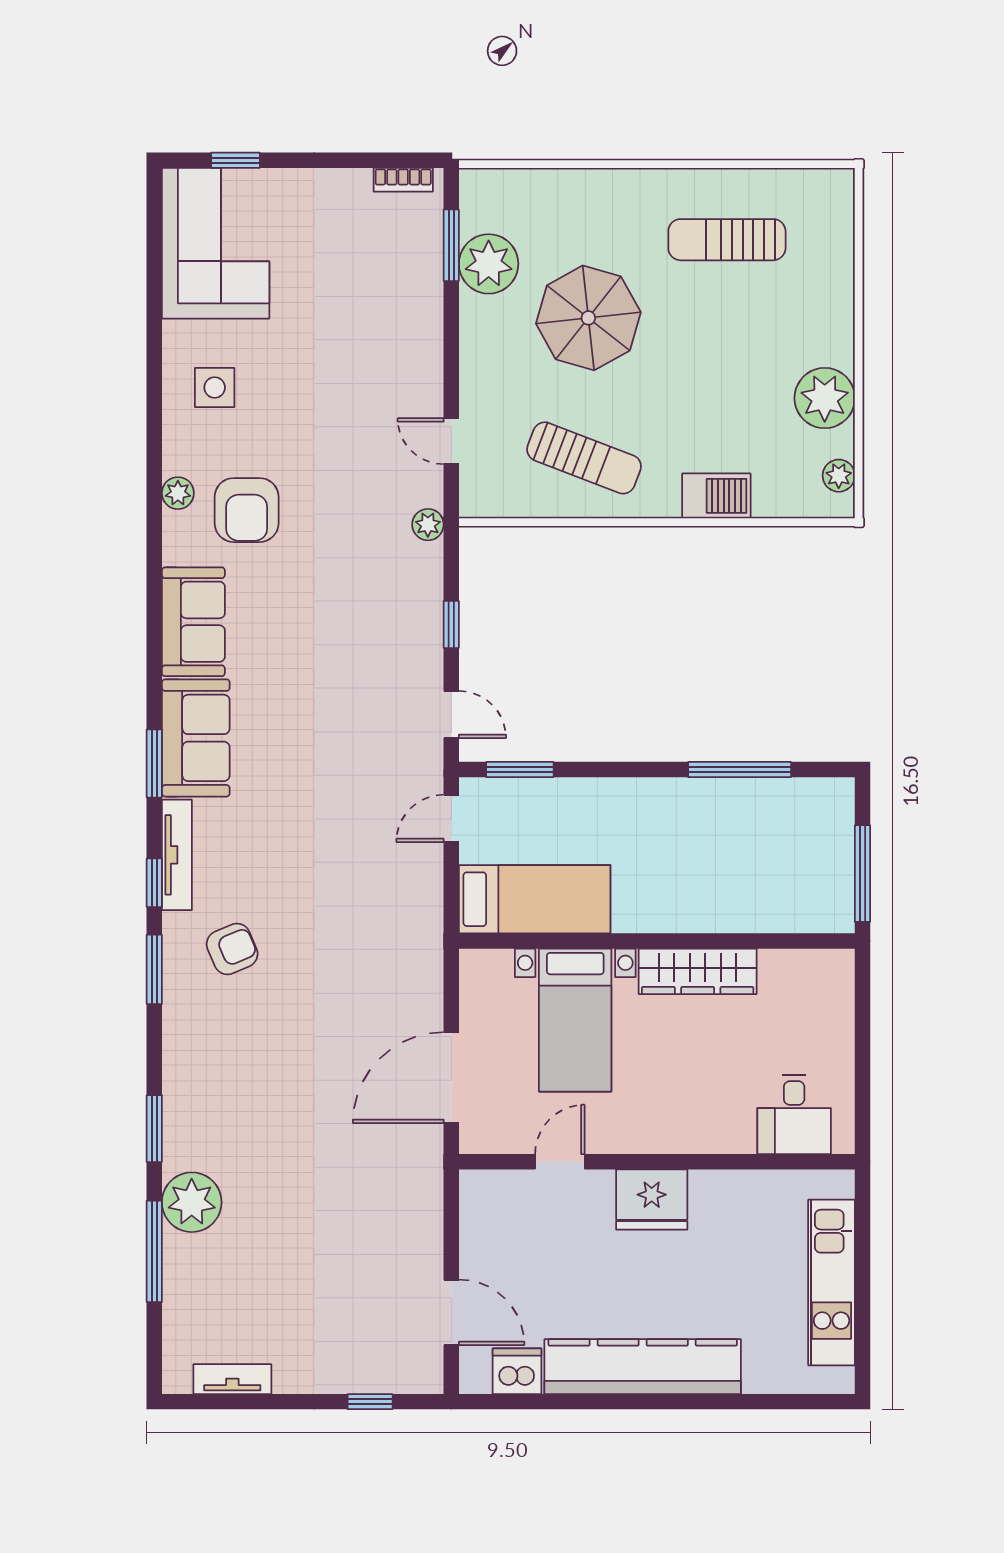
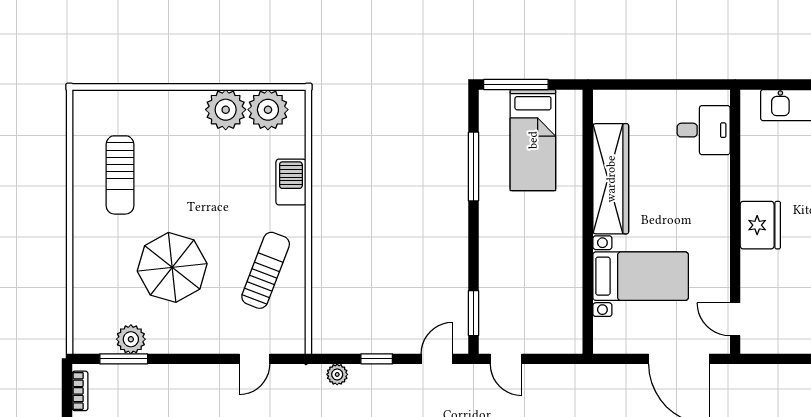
plant: (489, 264) -> (131, 339), width x0.73, depth x0.73
plant: (839, 476) -> (268, 110), width x1.88, depth x1.88
plant: (428, 525) -> (337, 374), moved
window: (862, 874) -> (516, 84), moved
bed: (535, 899) -> (533, 140), moved, turned 180
wardrobe: (698, 971) -> (611, 179), width x1.40, depth x1.17
door: (560, 1162) -> (735, 319), moved

